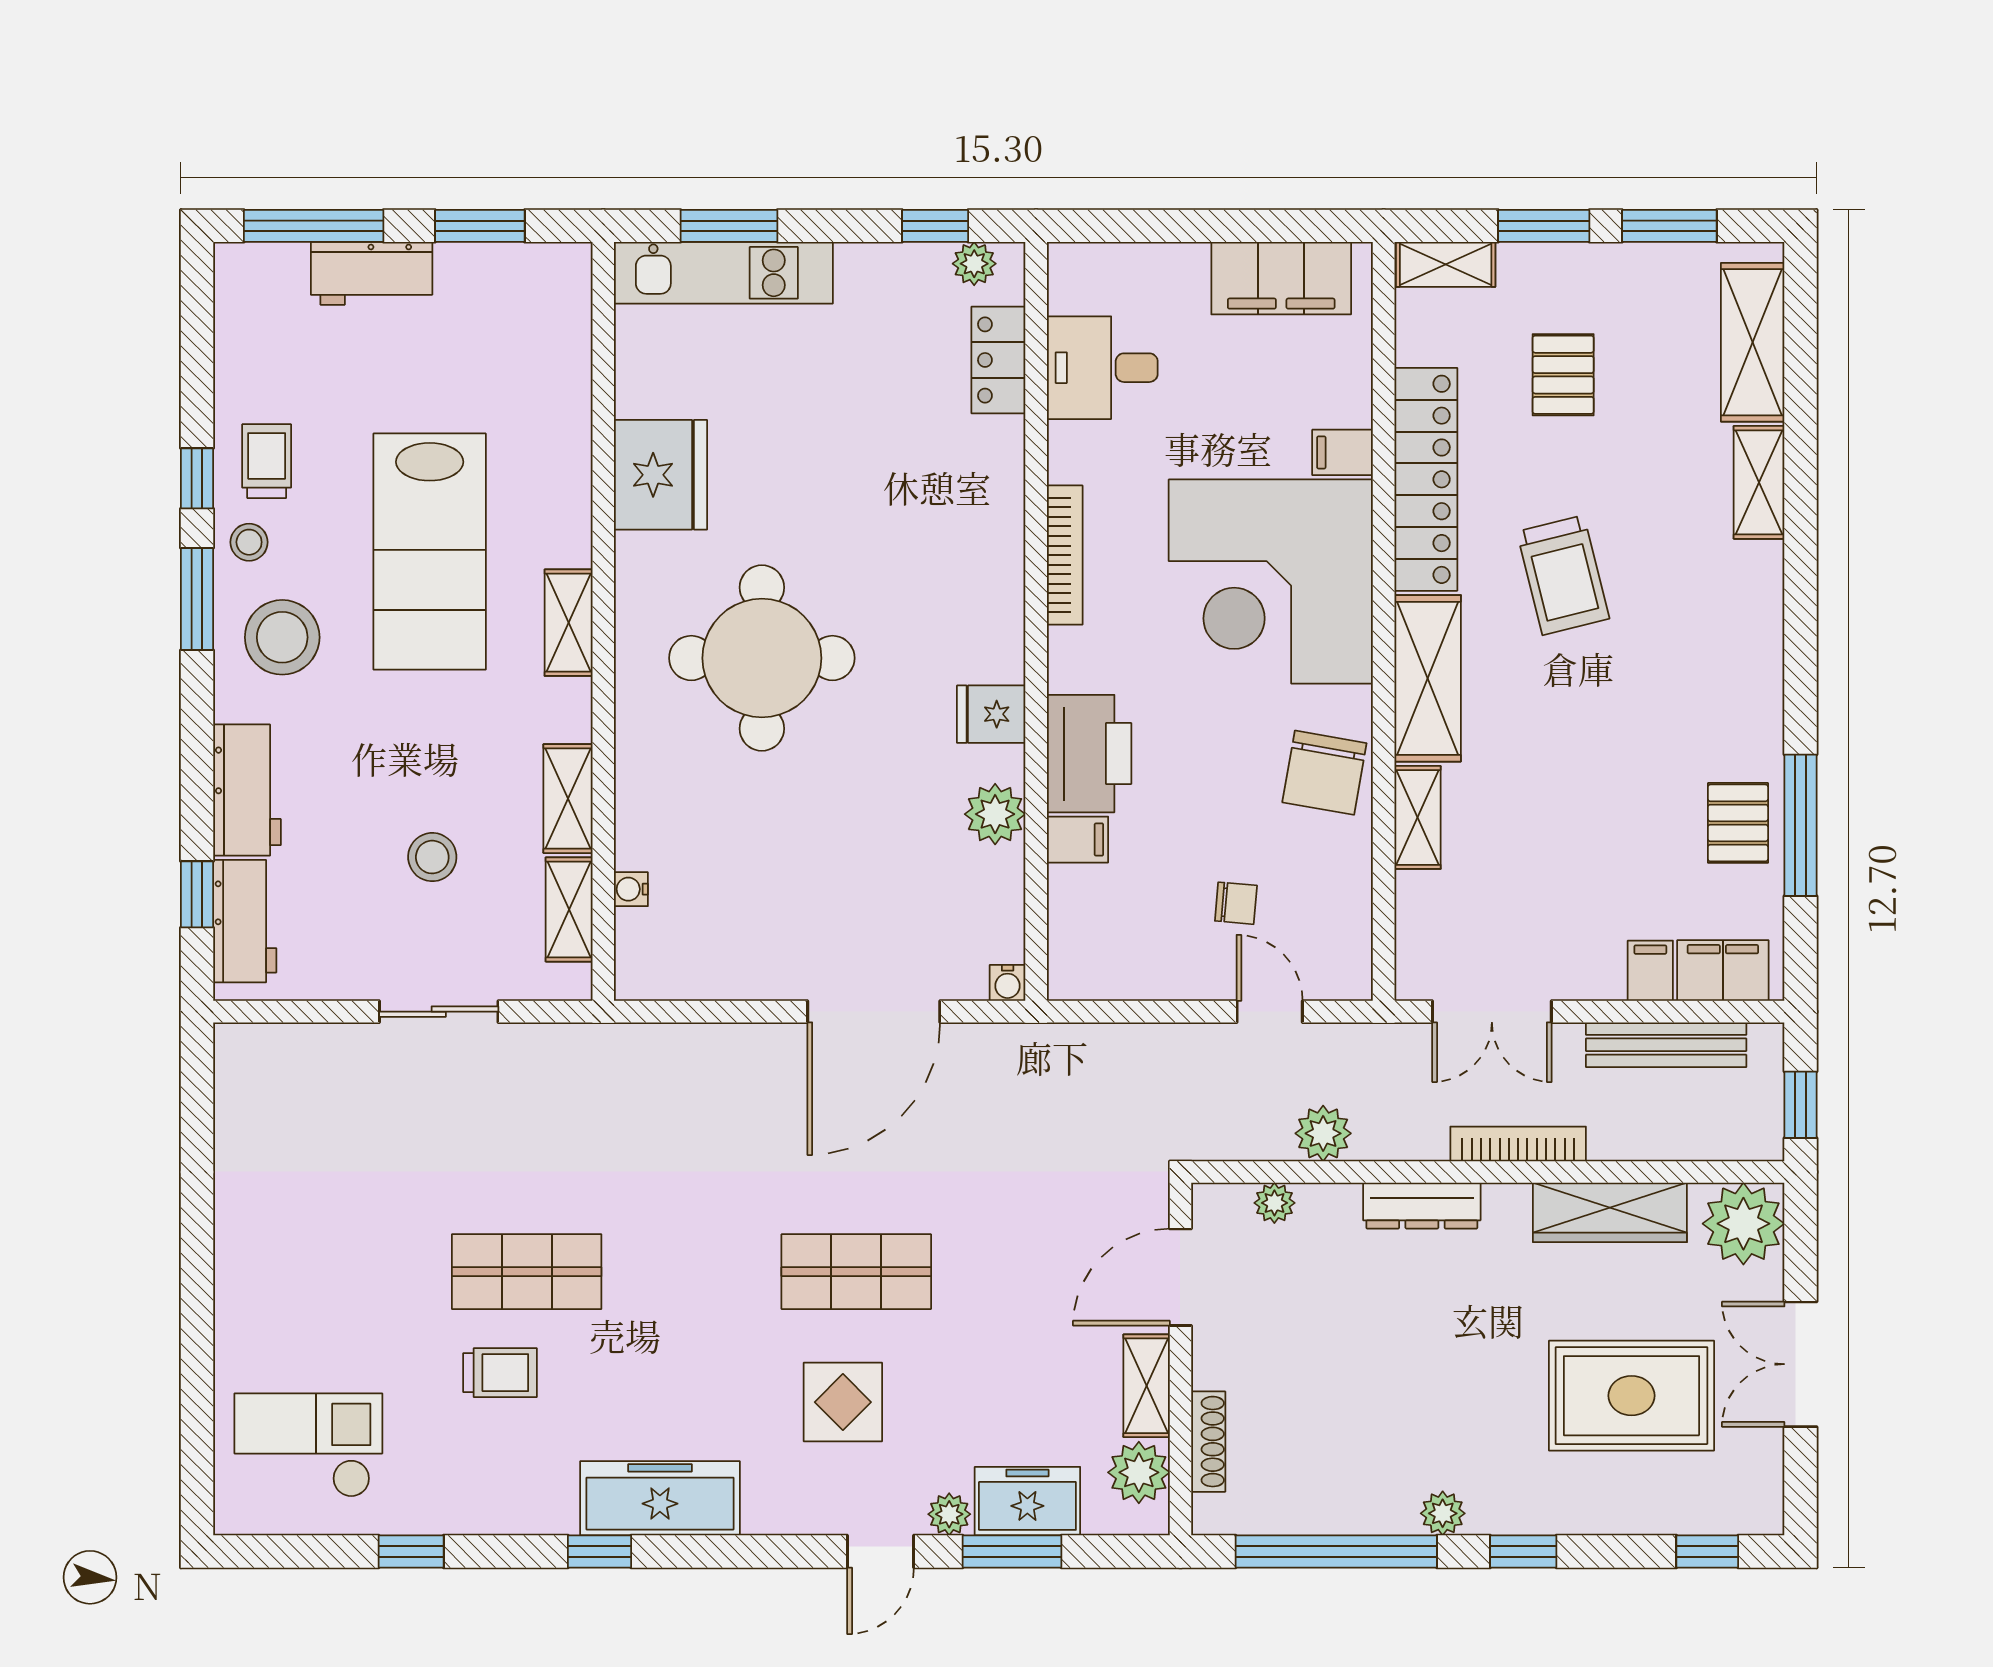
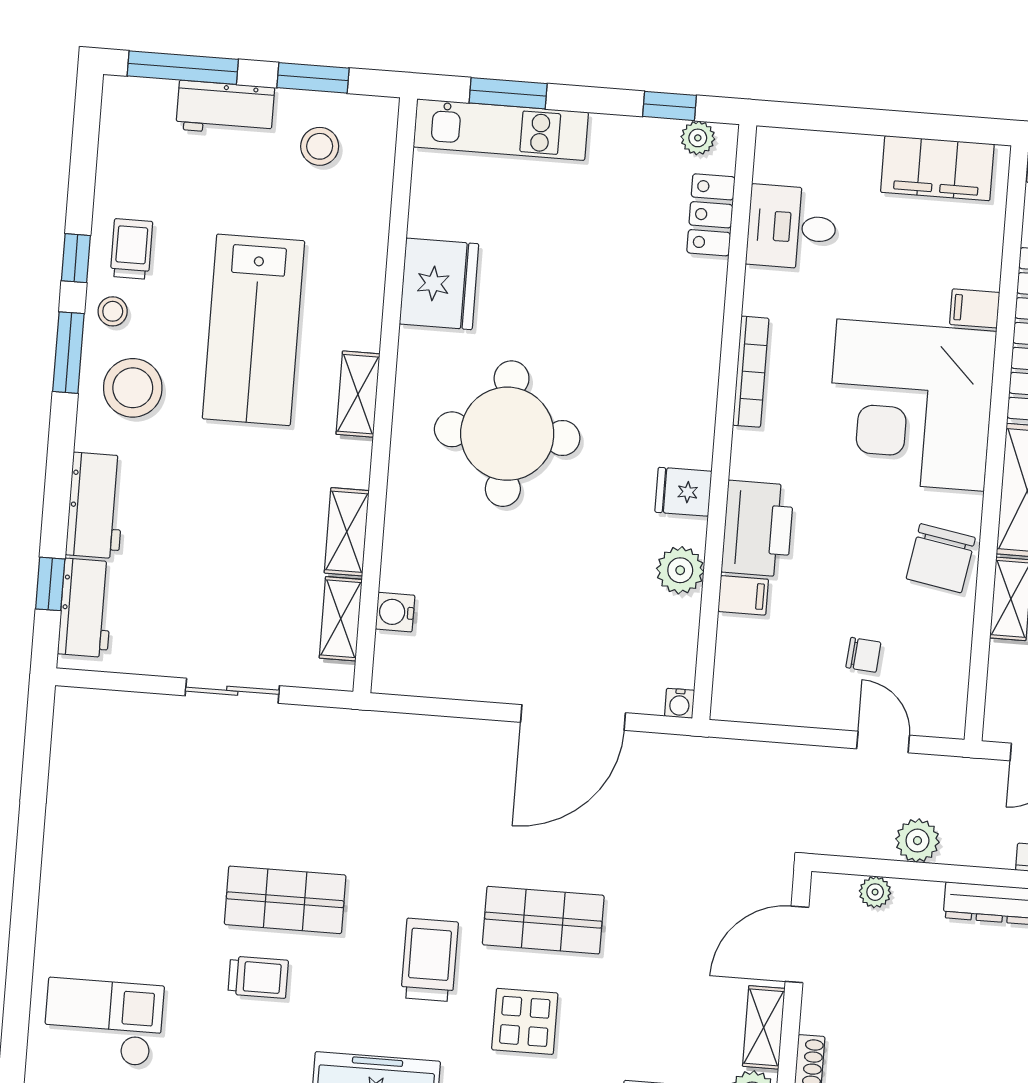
stool: (432, 857) -> (320, 146), moved
water cooler: (631, 889) -> (395, 612), width x1.38, depth x1.38
trolley: (716, 1334) -> (430, 960), added

